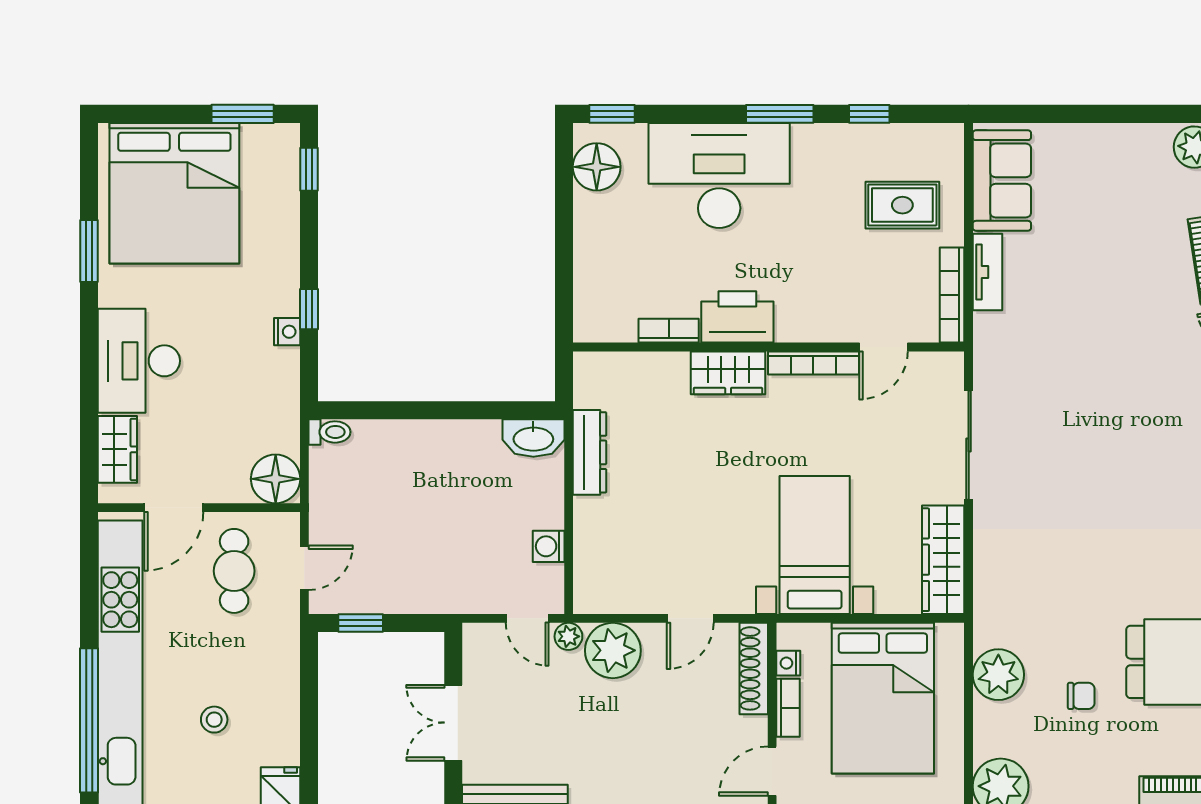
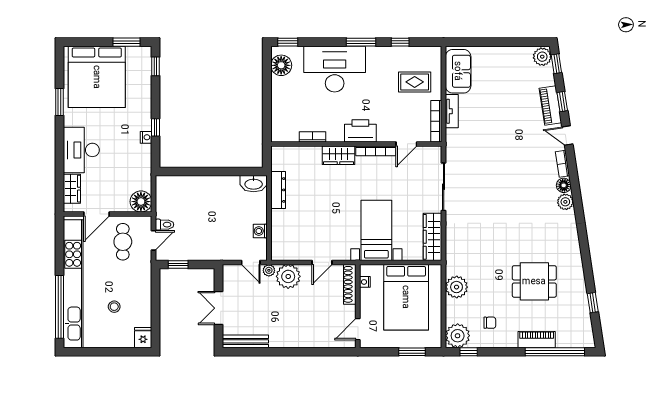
printer: (737, 317) -> (360, 131), moved
toilet: (330, 432) -> (165, 225), moved
chair: (1081, 696) -> (490, 323), moved
bookcase: (788, 708) -> (365, 301), removed

